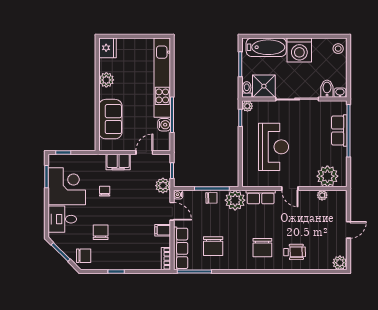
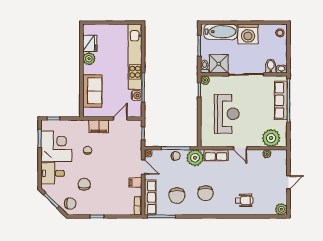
fridge: (107, 48) -> (90, 43), moved
row of seats: (339, 131) -> (281, 100), width x1.48
plant: (163, 186) -> (136, 146), removed
chair: (262, 248) -> (206, 193), moved

